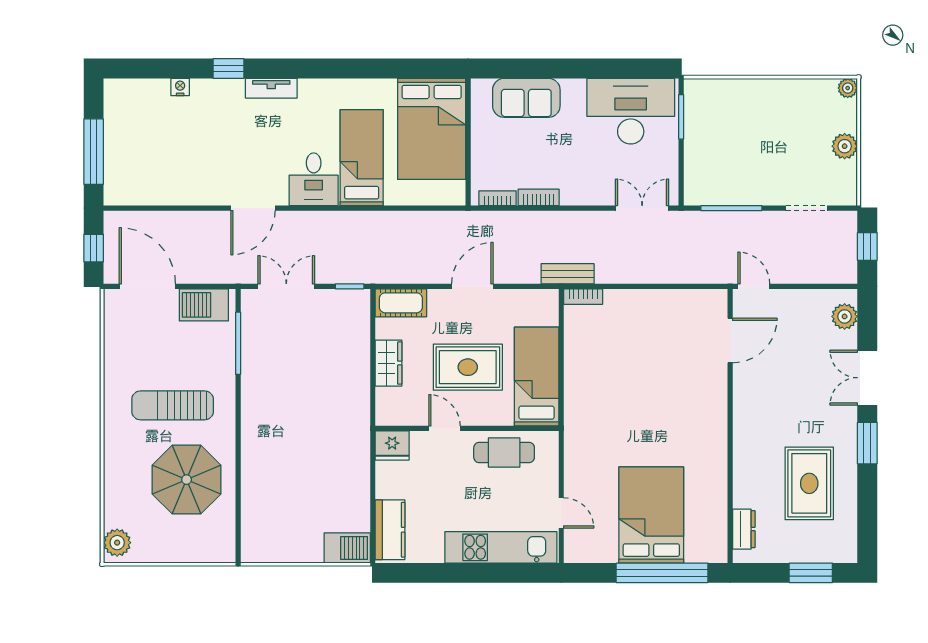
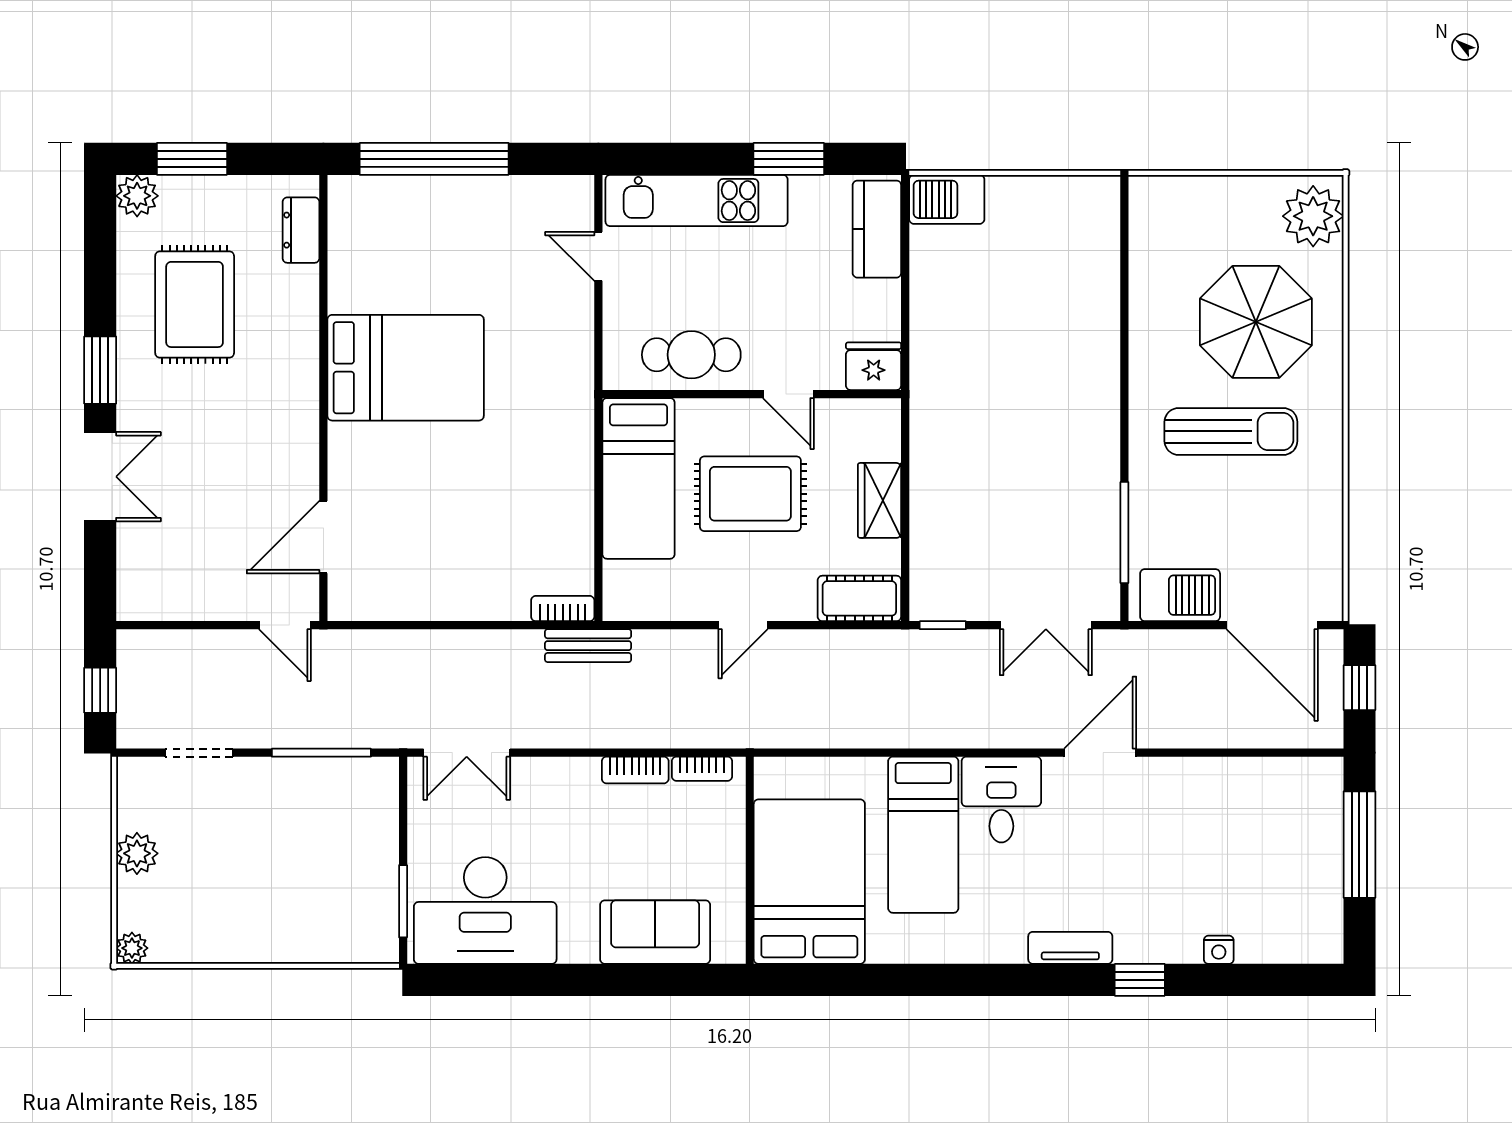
door: (472, 286) -> (743, 625), width x0.73
plant: (845, 316) -> (137, 196), moved
parasol: (187, 480) -> (1256, 322), moved
bed: (651, 515) -> (406, 368), moved, turned -90
plant: (117, 543) -> (1313, 216), width x1.36, depth x1.36
window: (444, 573) -> (789, 159), added

